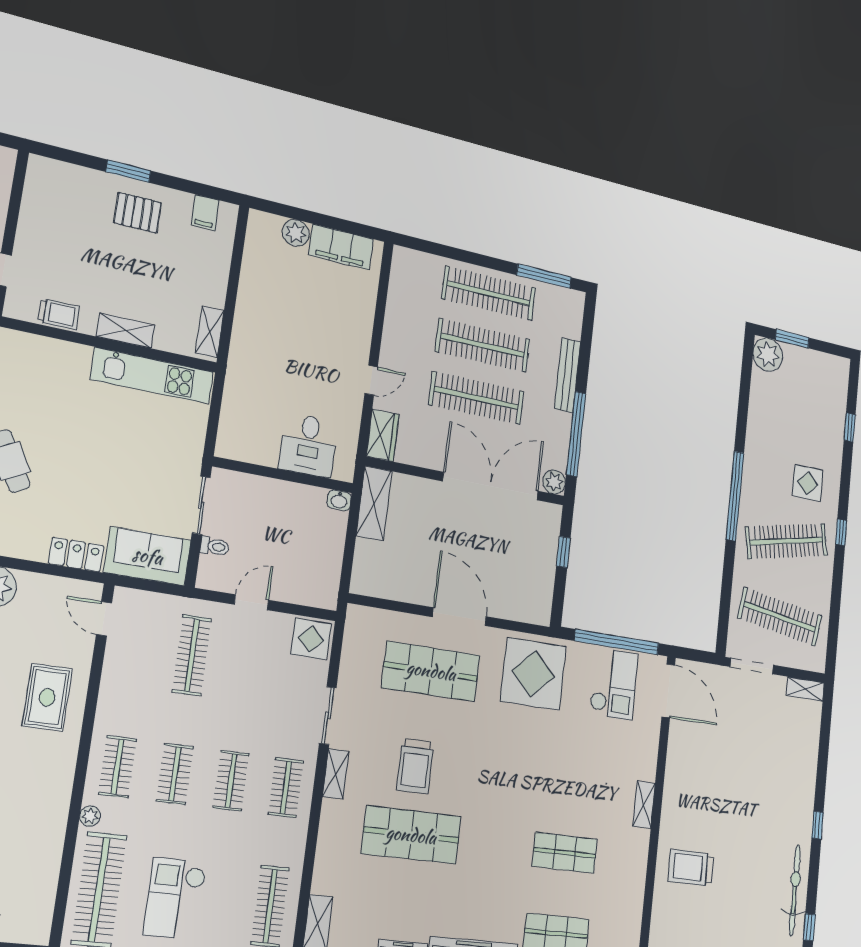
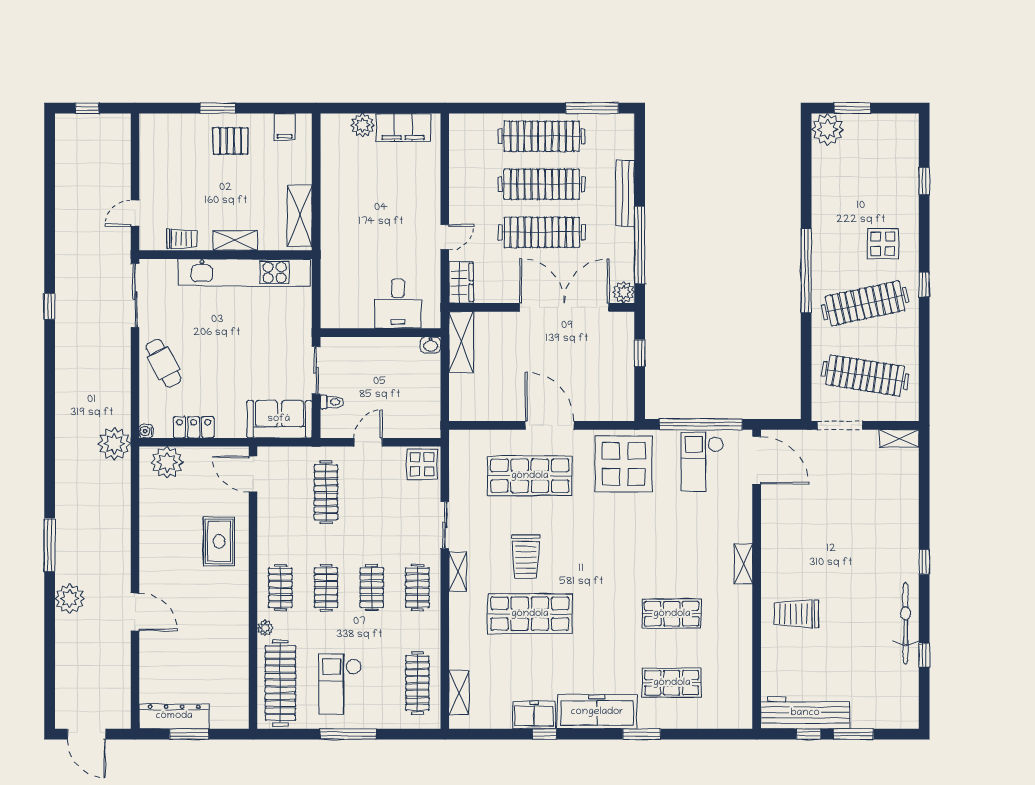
shelving: (210, 332) -> (300, 216), width x1.50, depth x1.33
kitchen unit: (152, 376) -> (244, 273), width x1.36
locker: (76, 554) -> (194, 427), moved
door: (104, 619) -> (253, 474), width x1.37
checkout: (614, 684) -> (702, 462), turned 180

